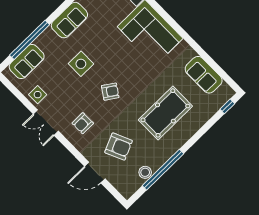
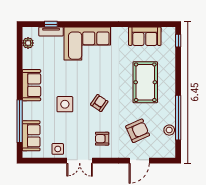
armchair: (83, 123) -> (102, 139), turned 90

